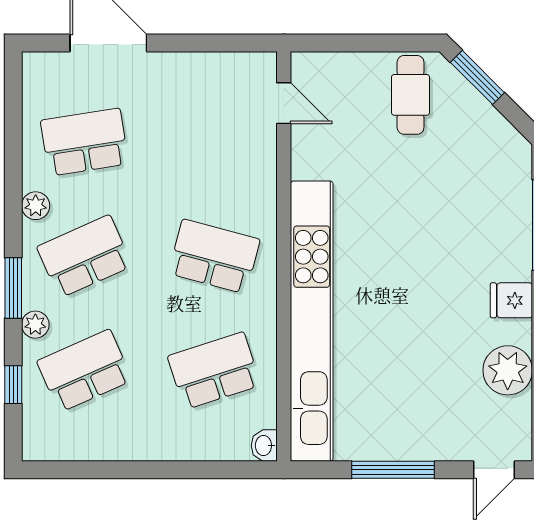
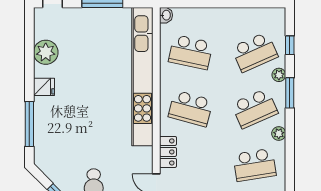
locker: (260, 168) -> (168, 152), added
school desk: (214, 371) -> (191, 52), turned 30

